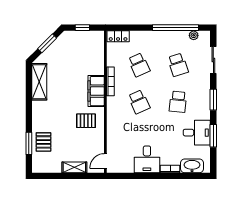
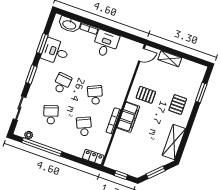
pallet: (43, 142) -> (178, 105), moved

